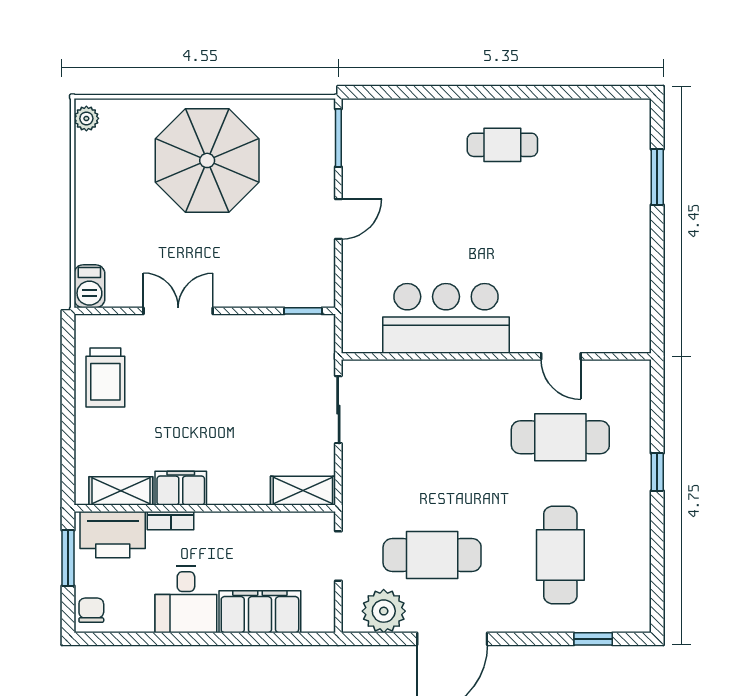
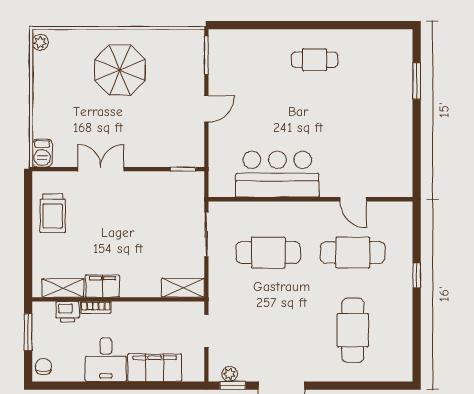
parasol: (207, 160) -> (120, 70), width x0.73, depth x0.73
printer: (113, 535) -> (67, 312), width x0.53, depth x0.68
cafe table: (432, 555) -> (268, 253), moved
plant: (384, 611) -> (230, 374), width x0.53, depth x0.53
window: (593, 639) -> (233, 386), moved

